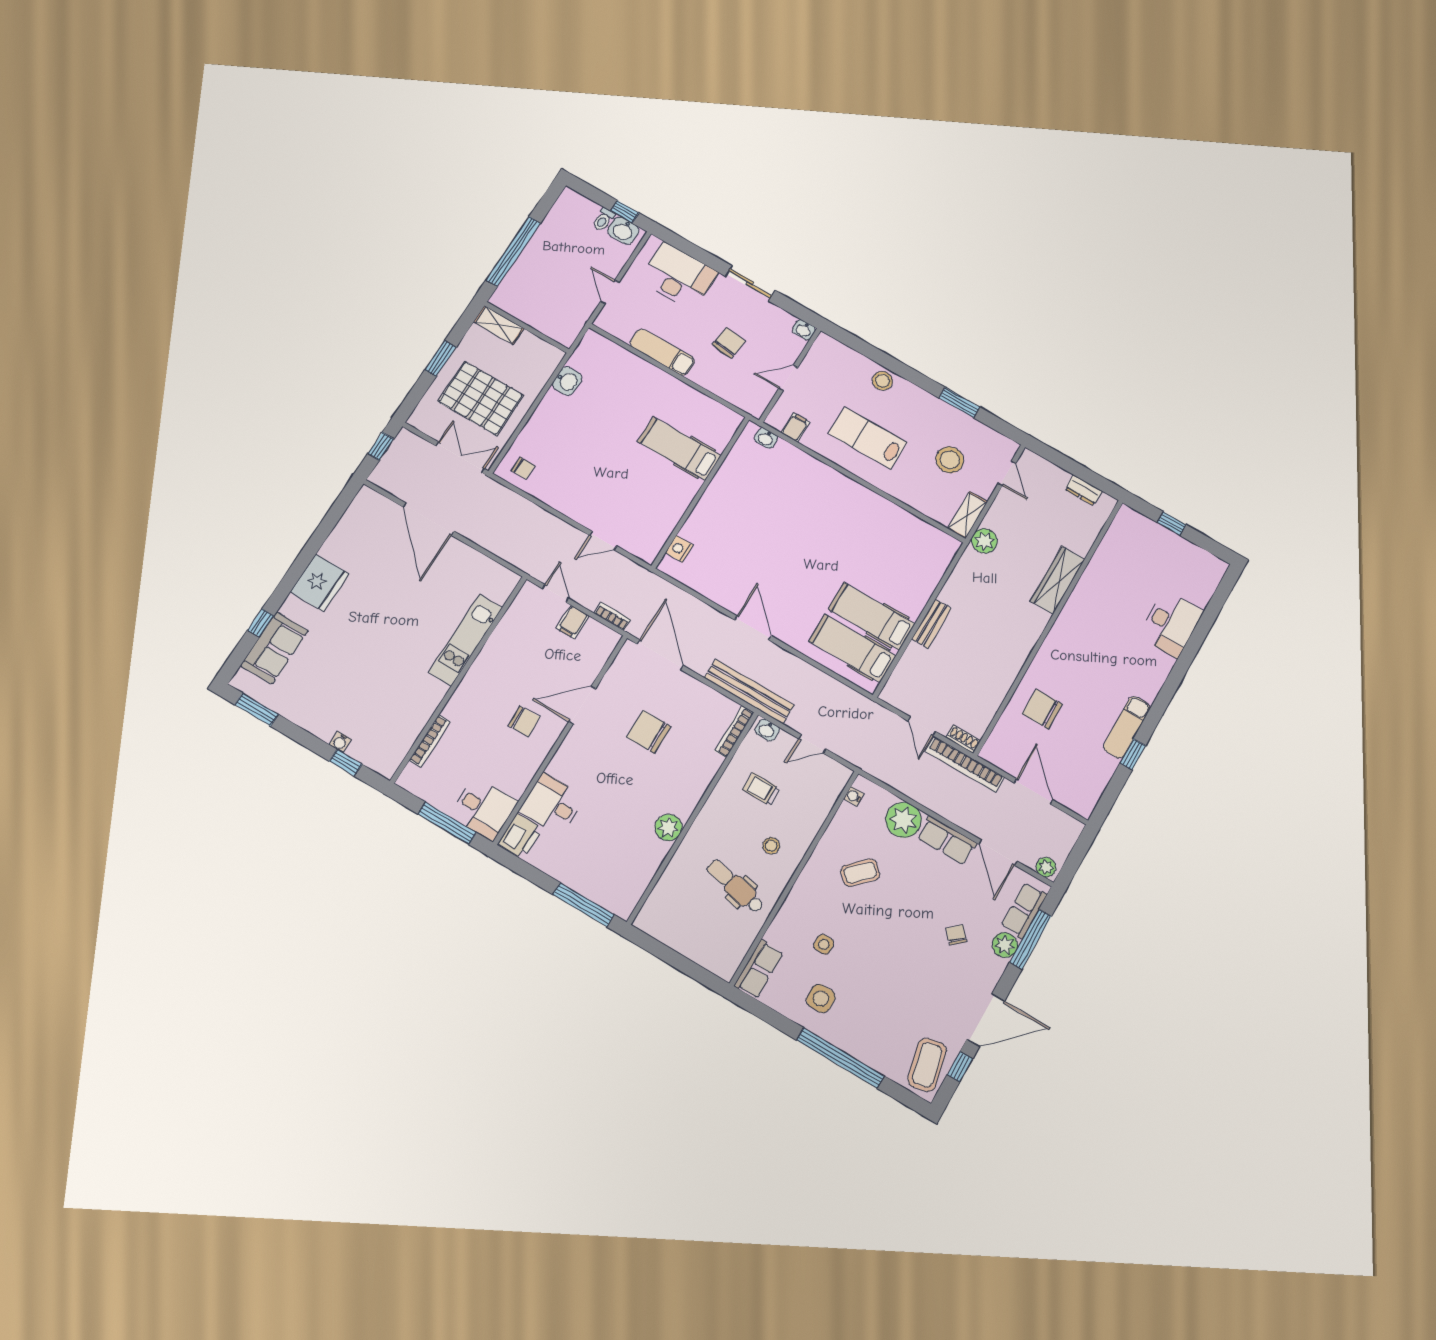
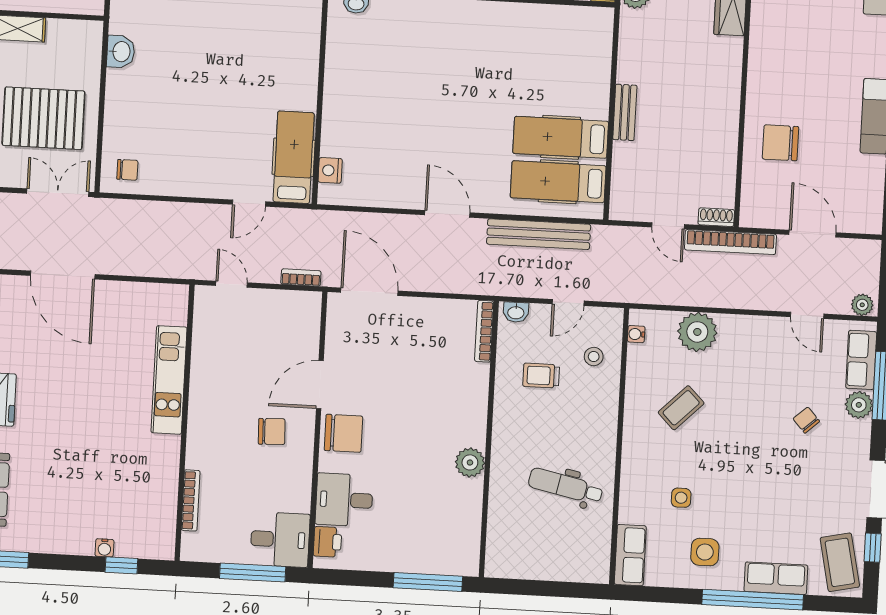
hospital bed: (679, 449) -> (294, 157), moved, turned 90
filing cabinet: (573, 622) -> (264, 305), removed
bench: (749, 691) -> (539, 234), moved
chair: (649, 732) -> (343, 433), moved, turned 180
printer: (520, 836) -> (328, 542), width x0.73, depth x0.81
row of seats: (947, 840) -> (776, 578), moved, turned 180
stool: (771, 846) -> (594, 357), moved
door: (998, 853) -> (807, 315), width x0.73

